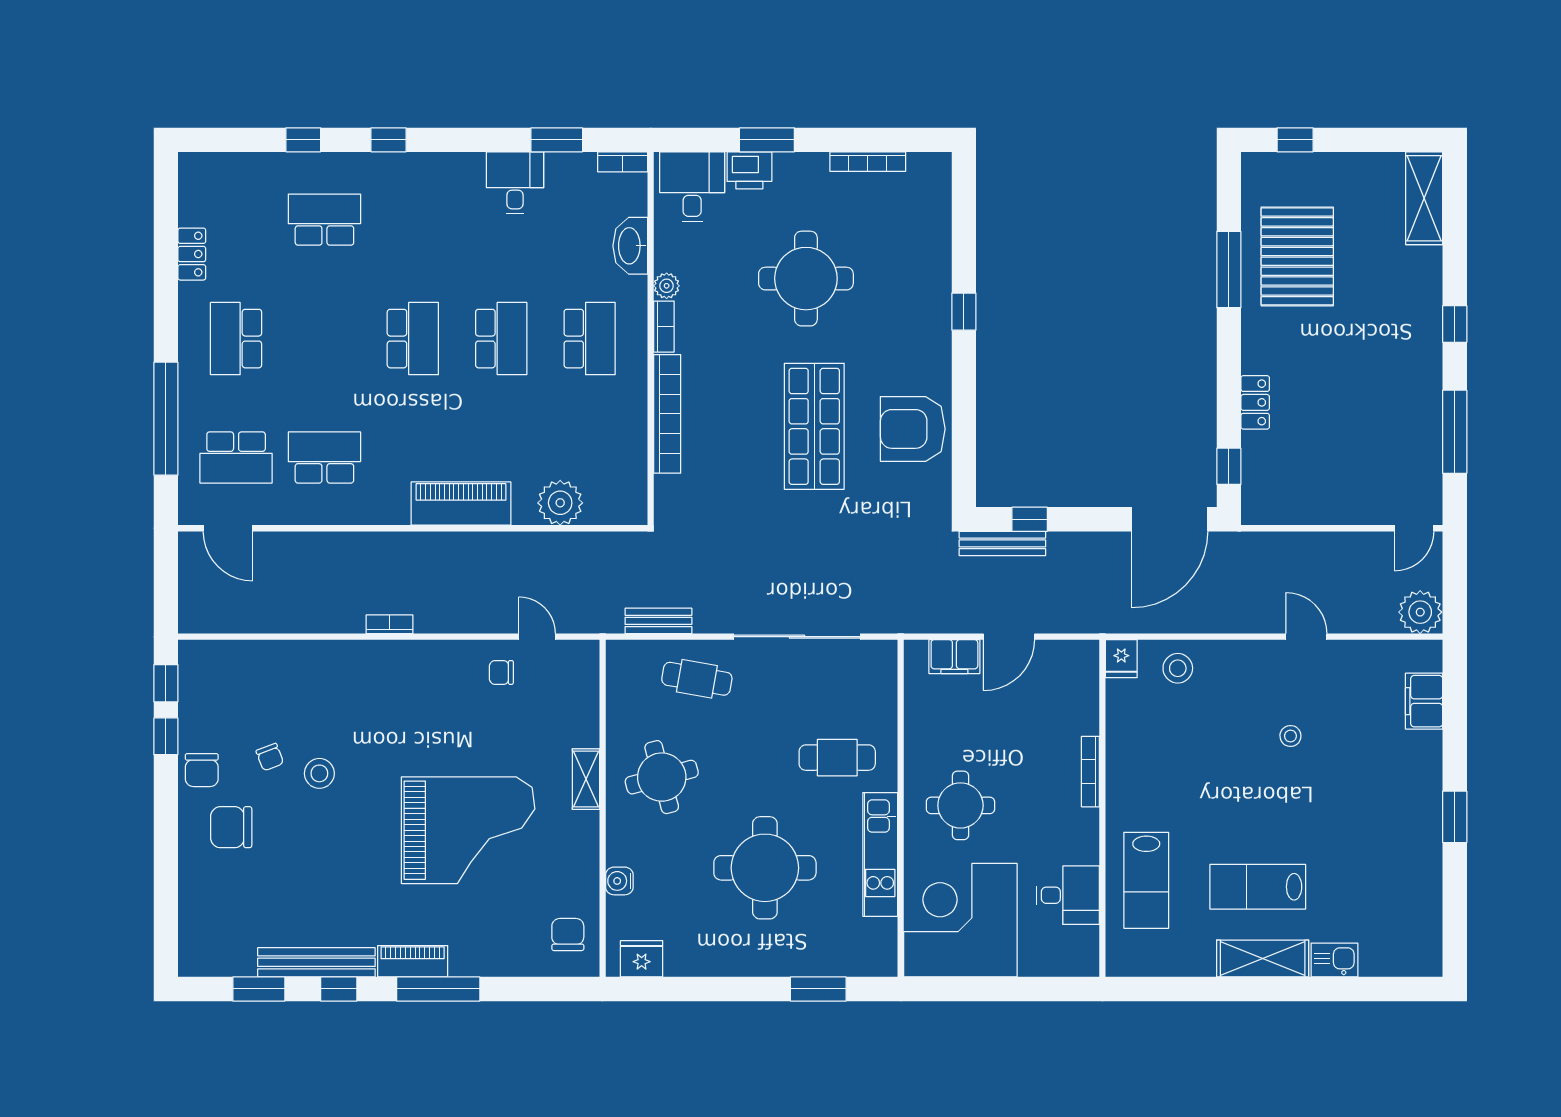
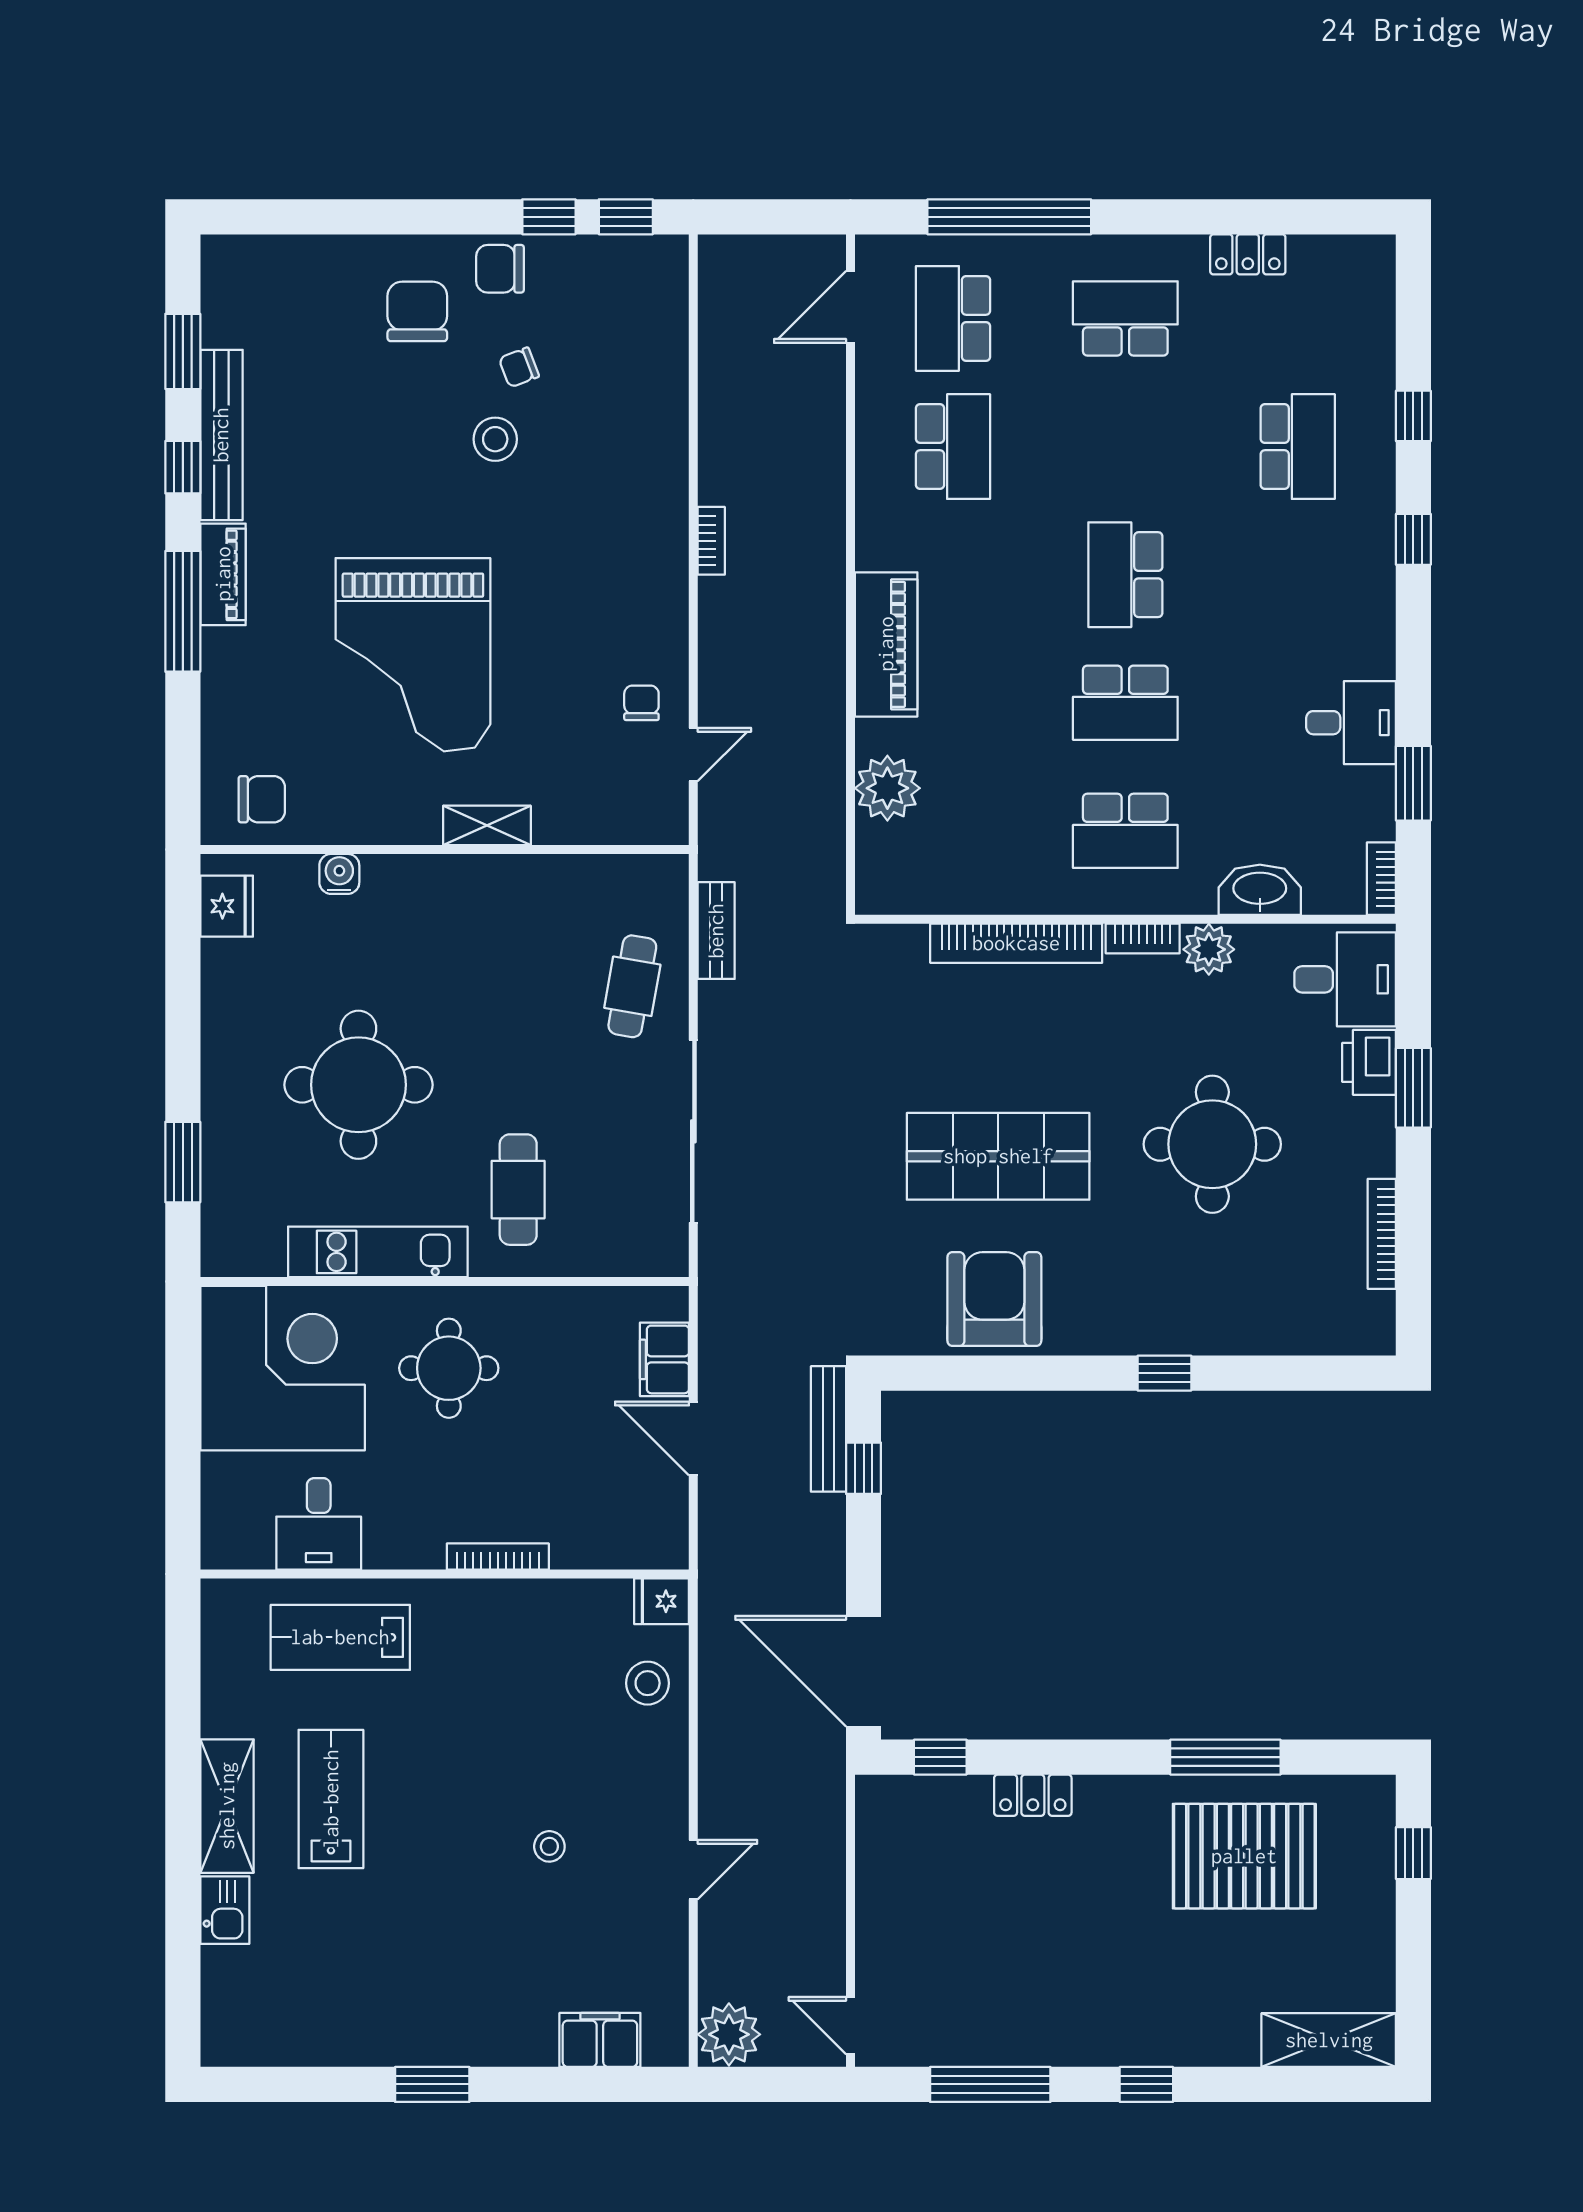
plant: (667, 286) -> (1209, 949), width x1.38, depth x1.38
school desk: (413, 339) -> (1125, 575), turned 90
round table: (662, 777) -> (490, 935), removed

